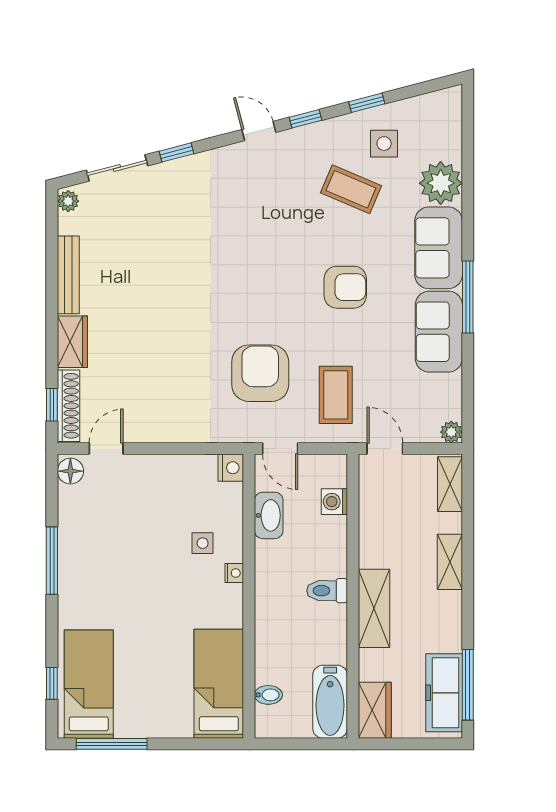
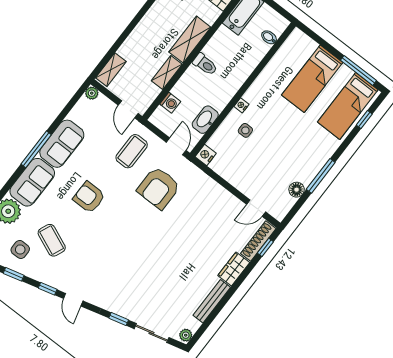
floor lamp: (70, 471) -> (297, 190), moved
shelving: (450, 562) -> (167, 72), moved
bed: (219, 684) -> (312, 79), moved

